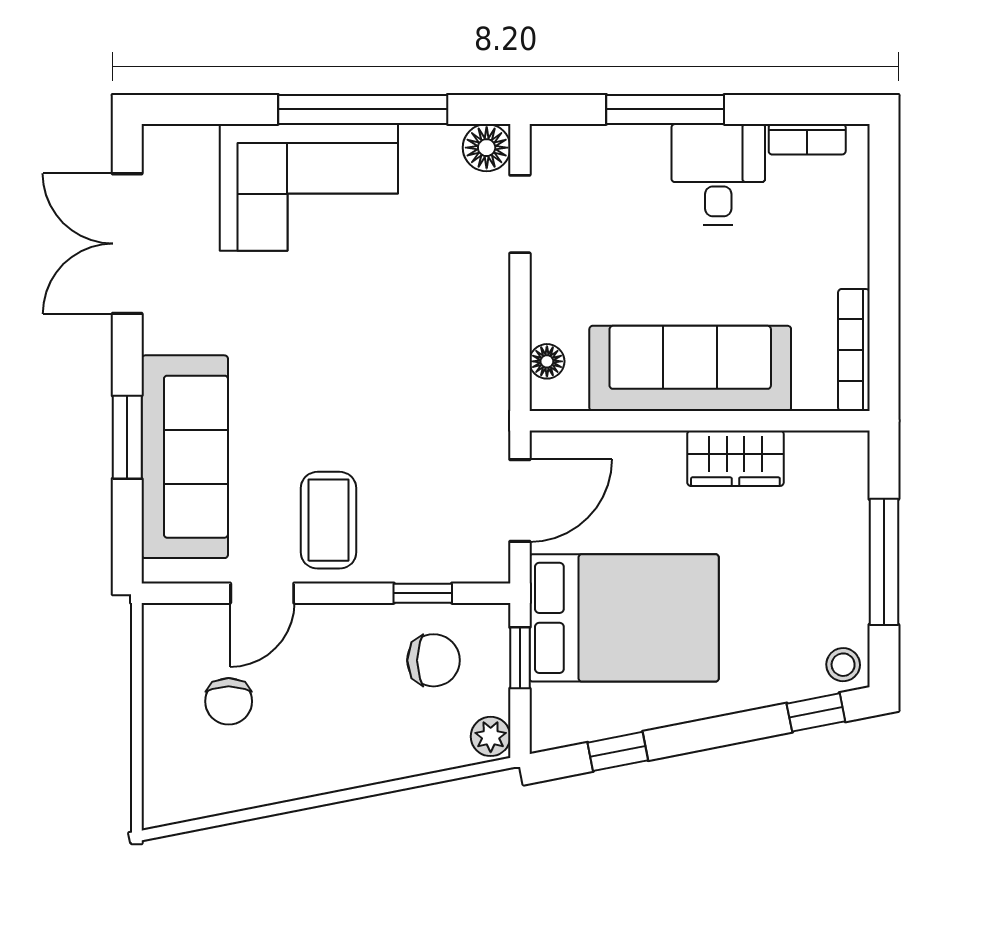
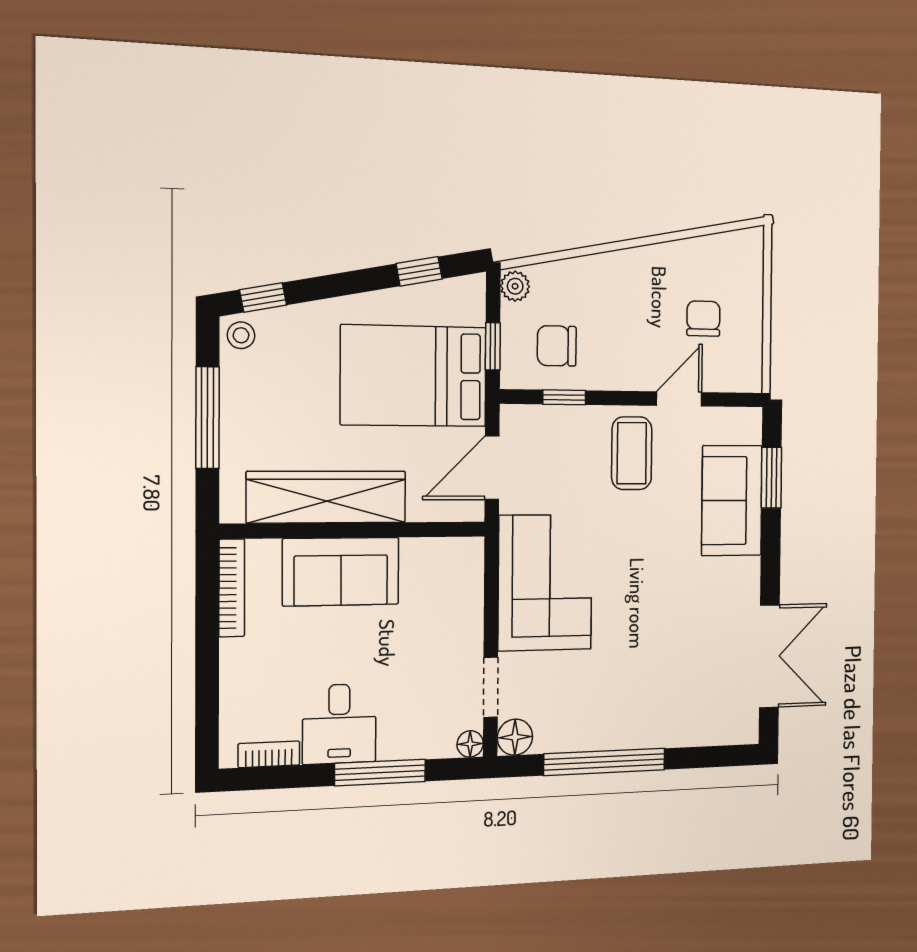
corner sofa: (309, 187) -> (545, 583), moved, turned 90
floor lamp: (547, 361) -> (470, 744), moved
sofa: (690, 368) -> (341, 572), width x0.73
window: (127, 437) -> (771, 478), moved
sofa: (185, 457) -> (732, 501), width x0.73
wardrobe: (735, 458) -> (327, 497), width x2.10, depth x1.17

